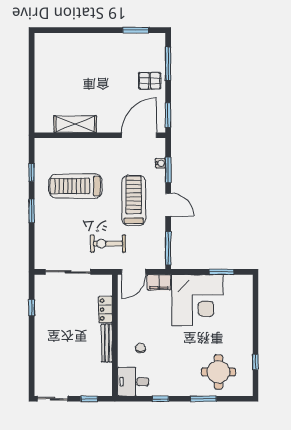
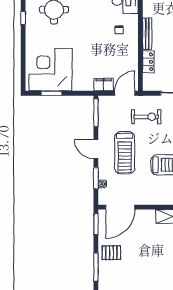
corner desk: (197, 300) -> (51, 70), moved

